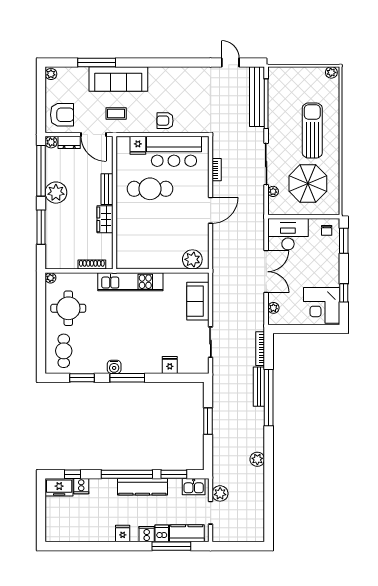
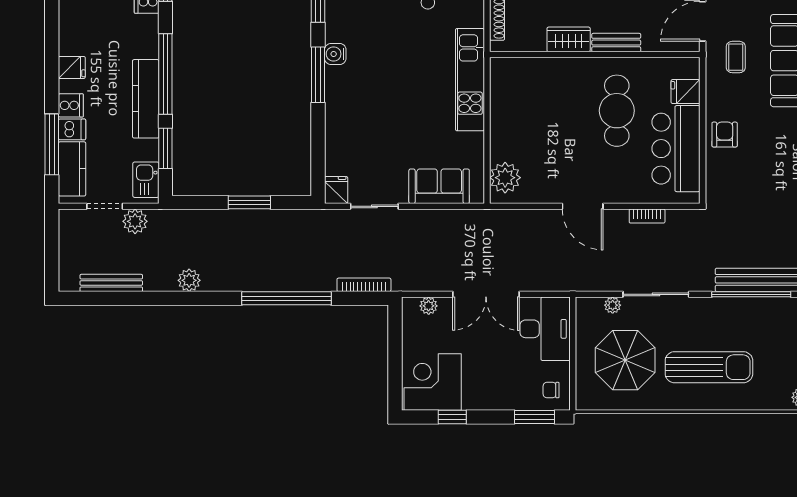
fridge: (170, 365) -> (336, 190), moved, turned -90
bench: (259, 387) -> (111, 283), moved

